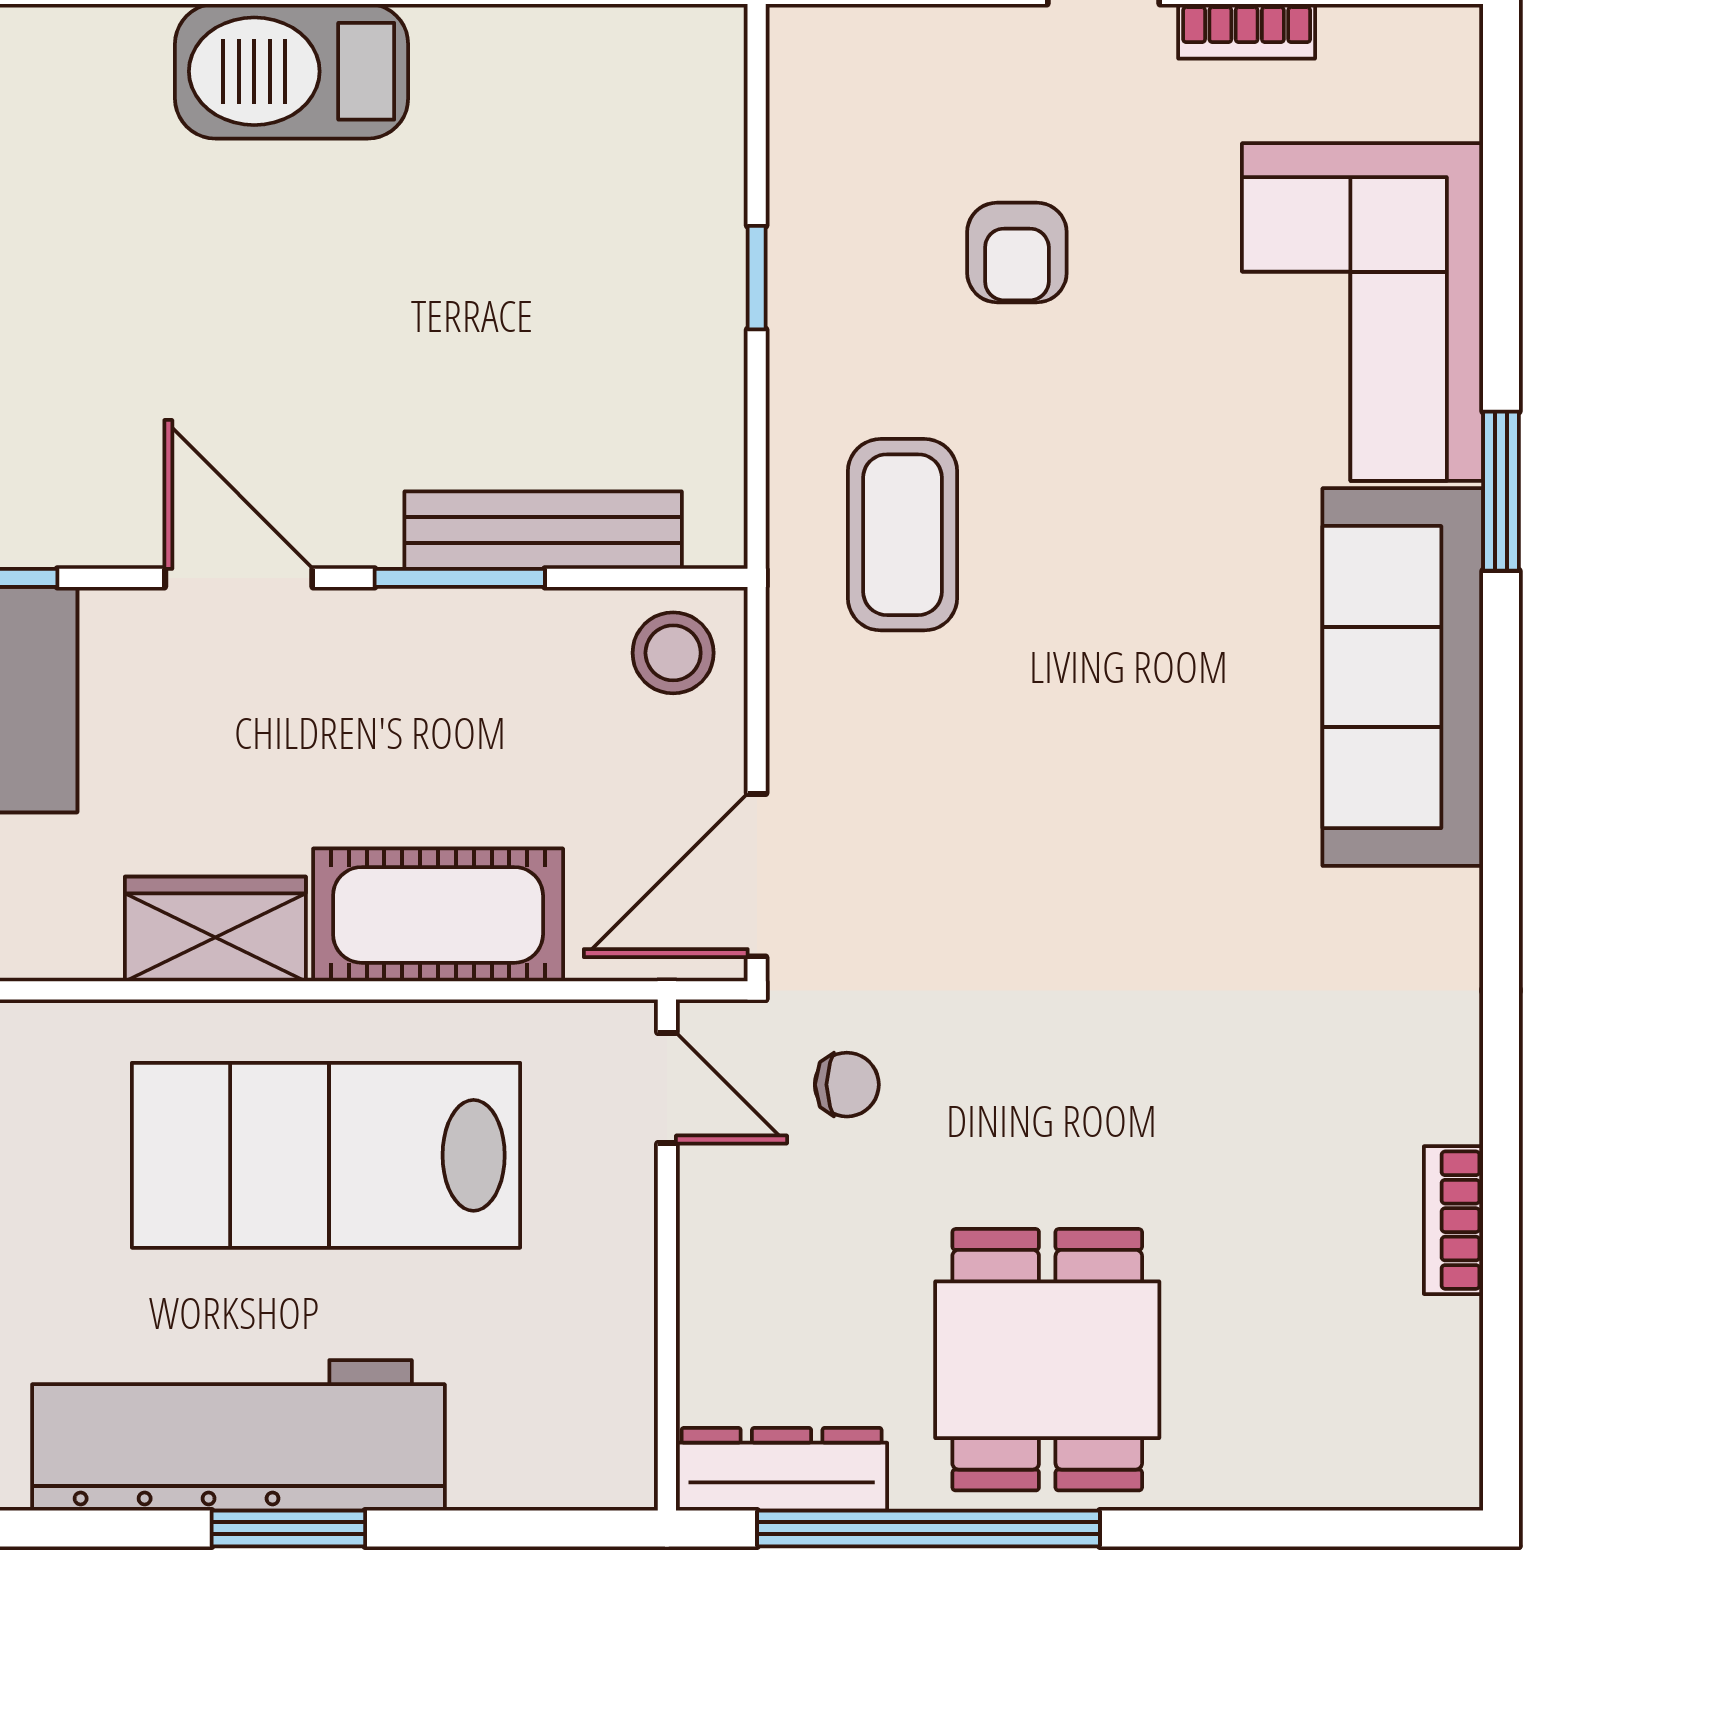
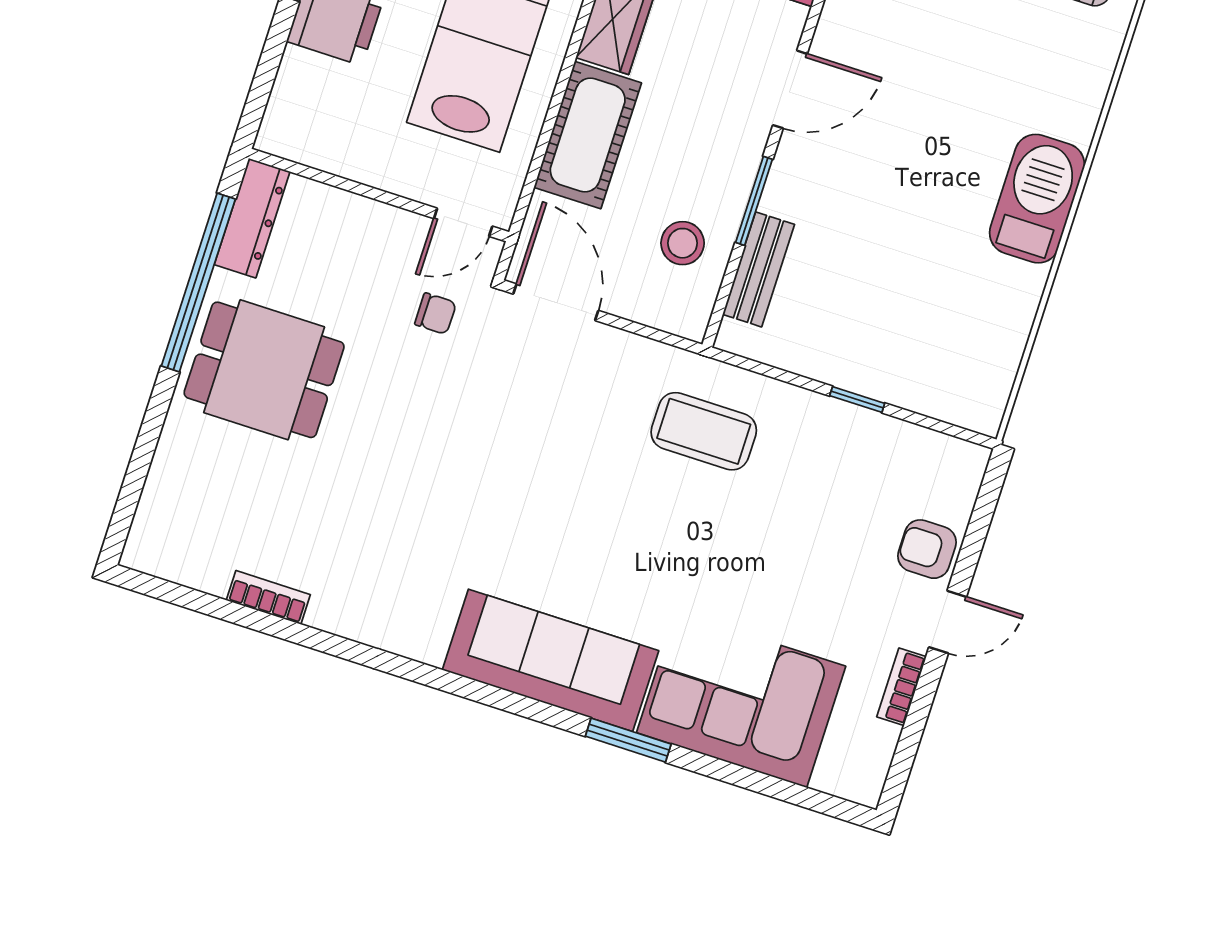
armchair: (1017, 252) -> (927, 549), moved
bench: (543, 530) -> (759, 269), width x0.73
stool: (673, 653) -> (683, 243), moved
chair: (847, 1085) -> (435, 314), turned -90

